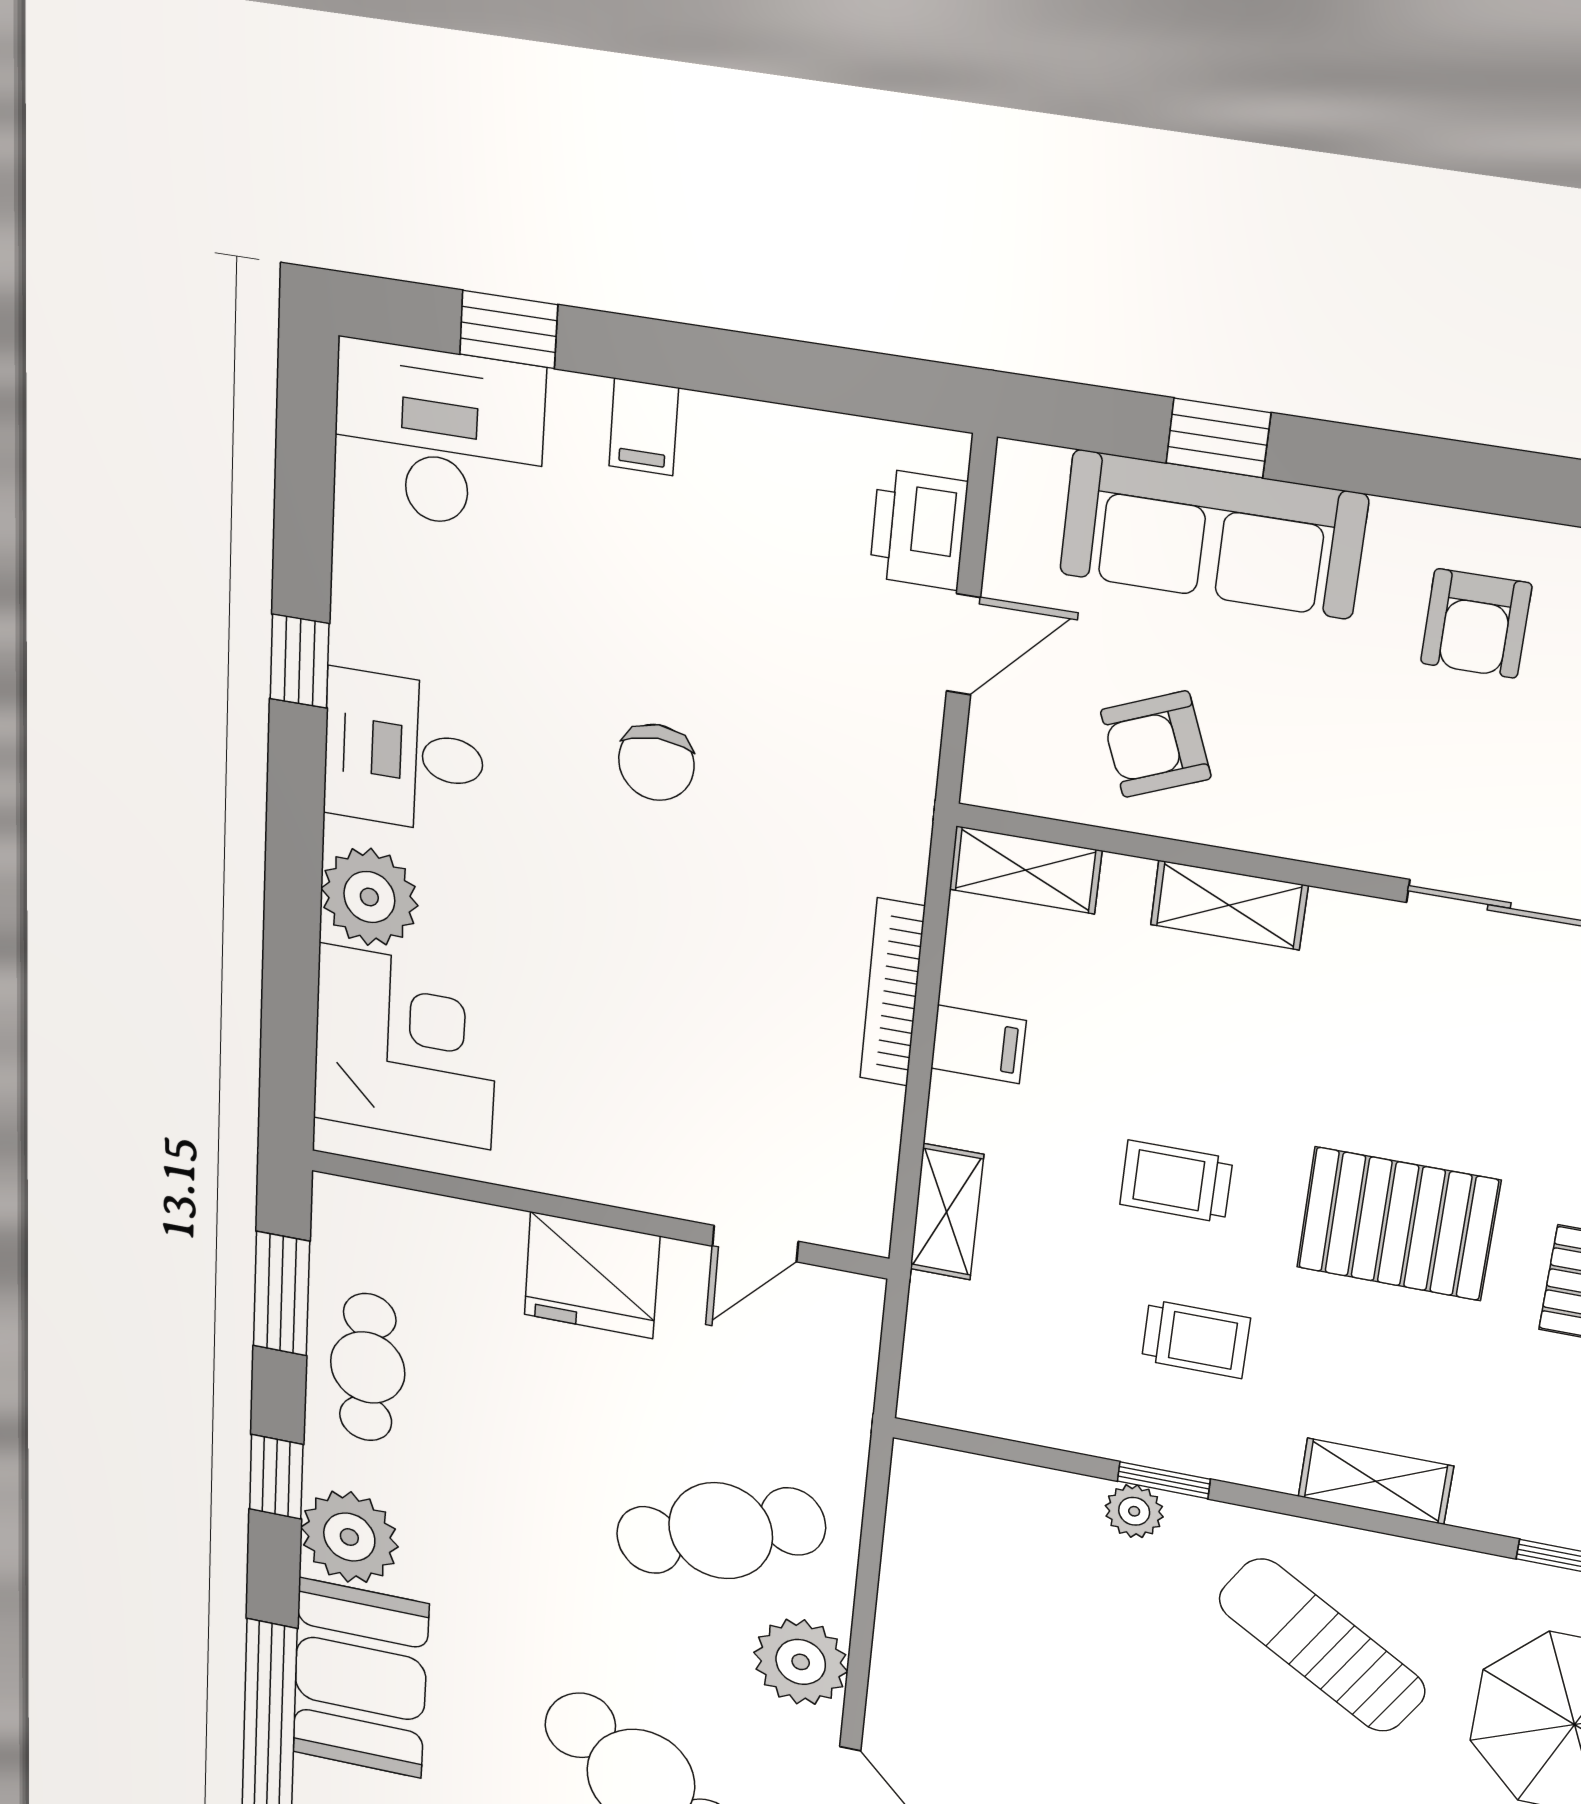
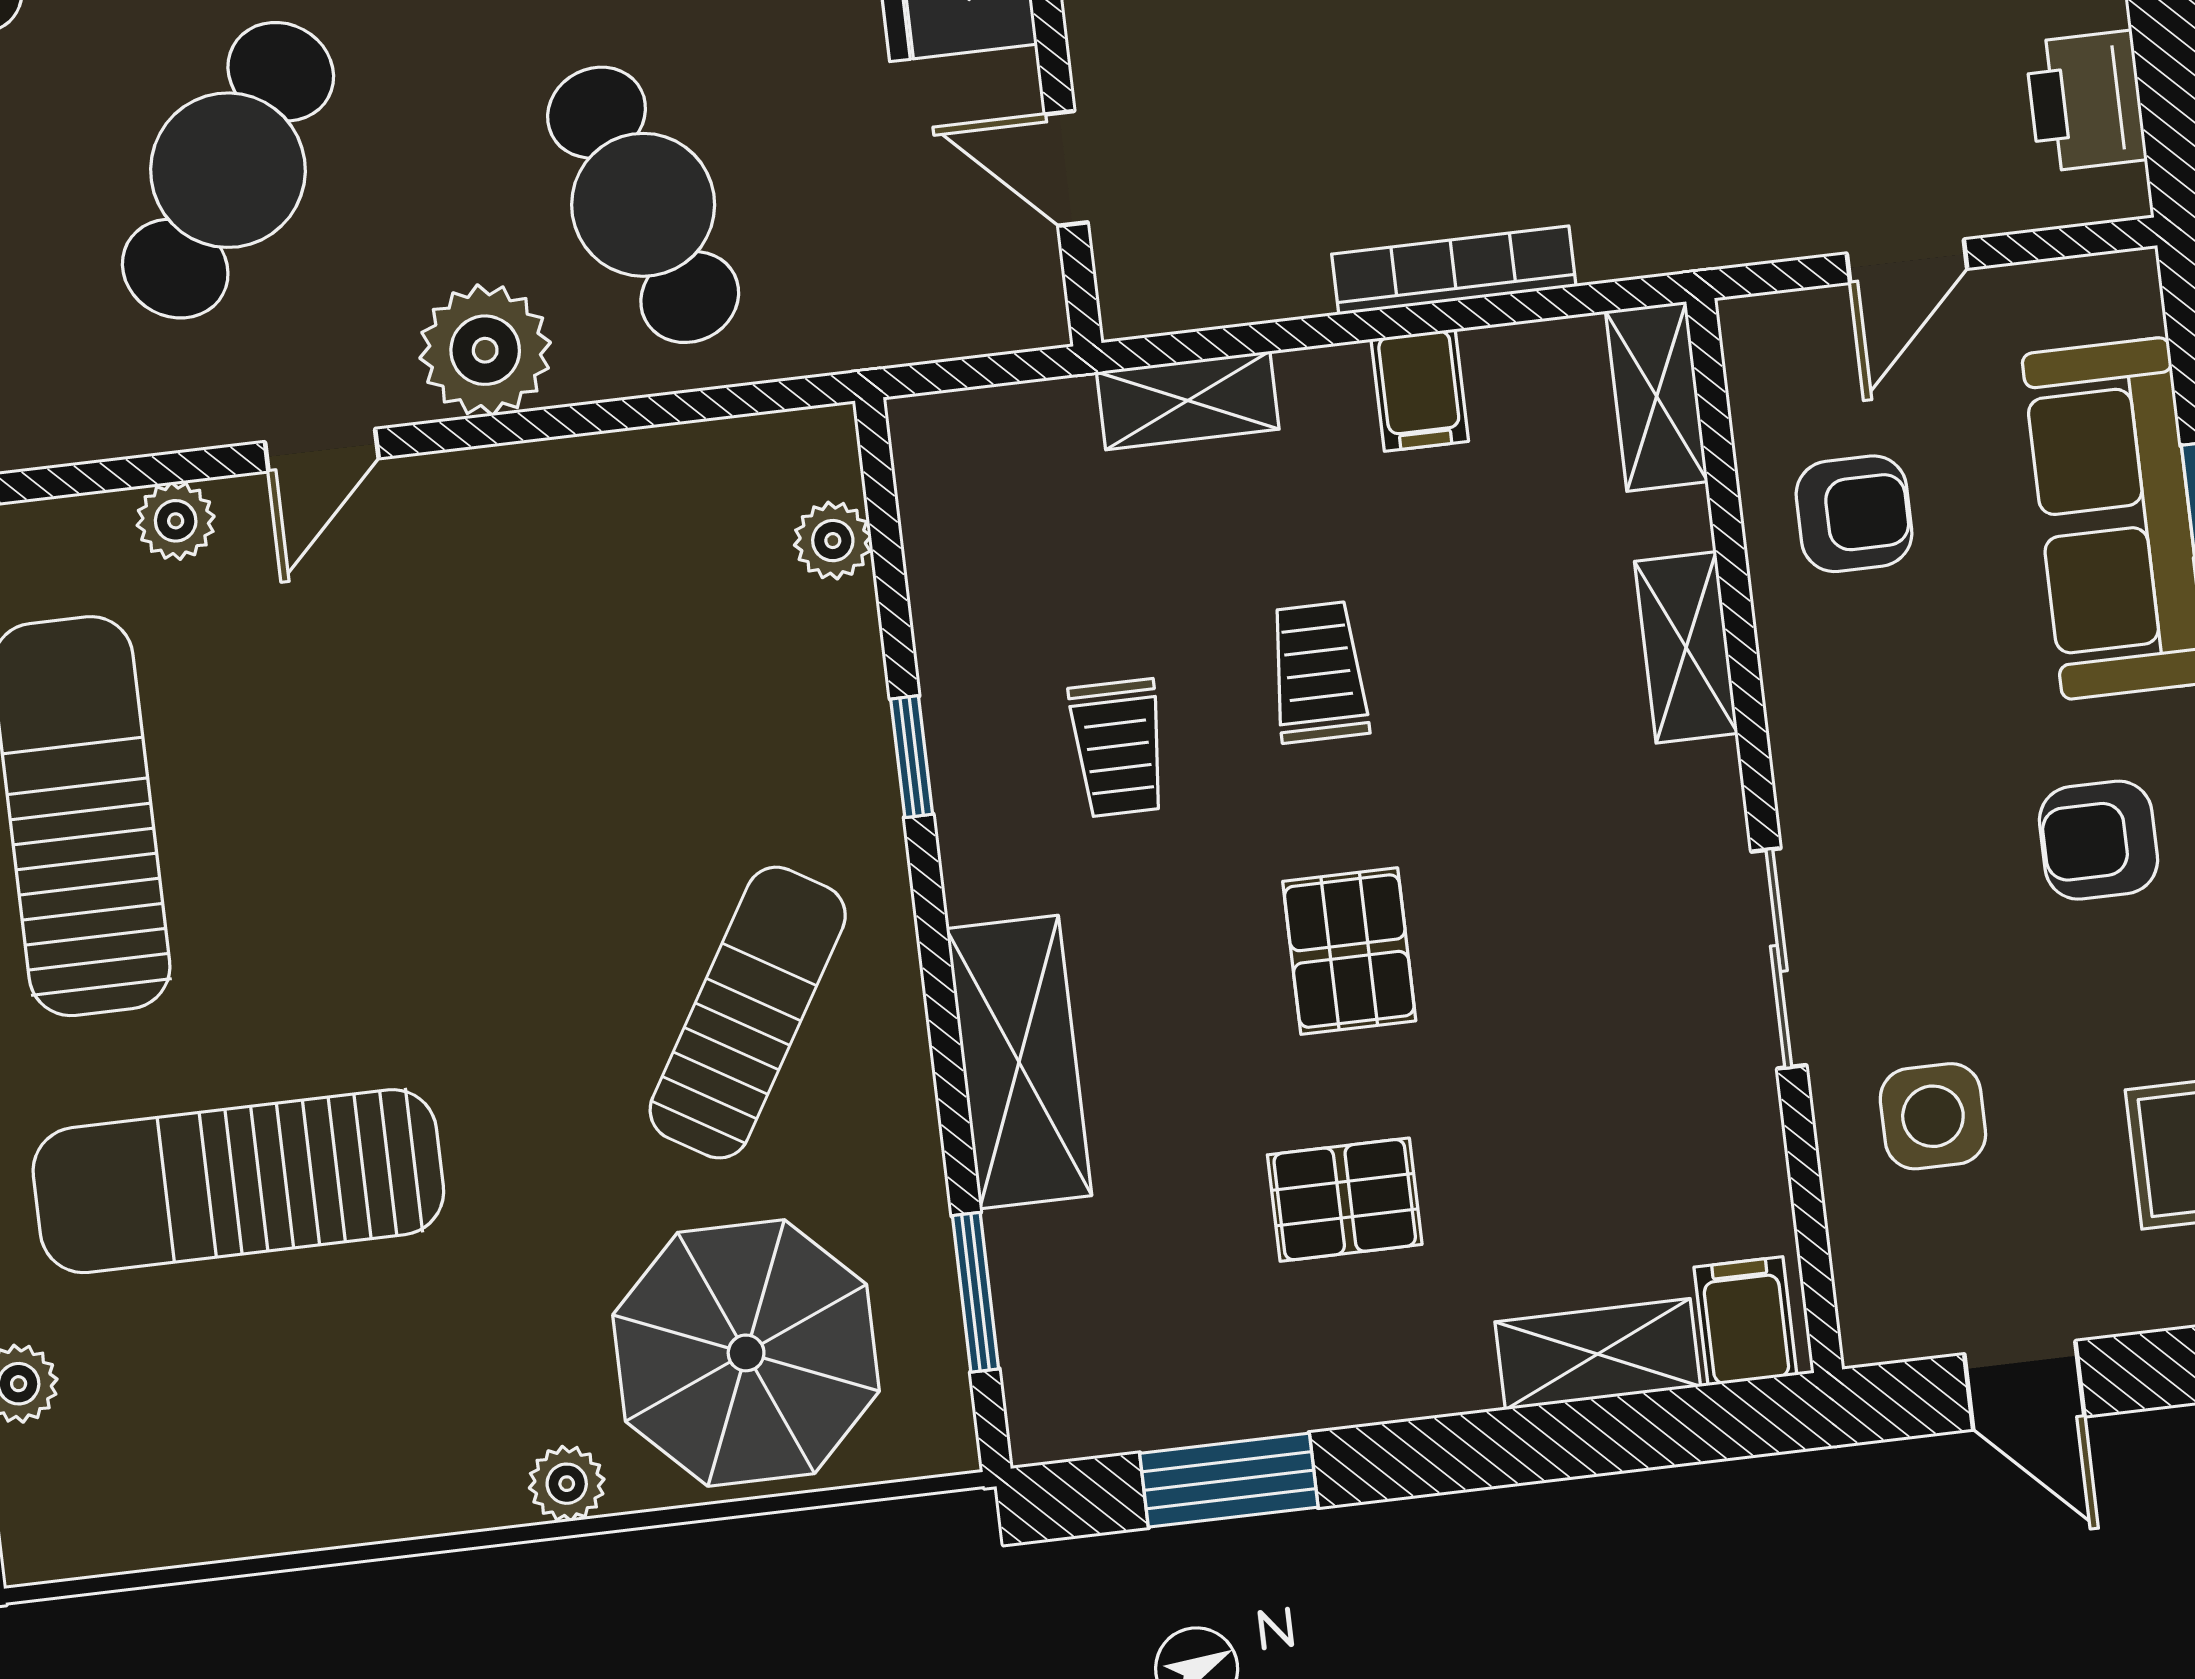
printer: (918, 529) -> (2086, 101), moved, turned -90
door: (963, 644) -> (1907, 261), hinge flipped
armchair: (1156, 744) -> (1854, 514), turned 112
pallet: (1398, 1224) -> (1349, 951), width x0.67, depth x0.71
shelving: (1376, 1481) -> (1019, 1062), width x1.50, depth x1.33
plant: (1134, 1511) -> (833, 541), moved

